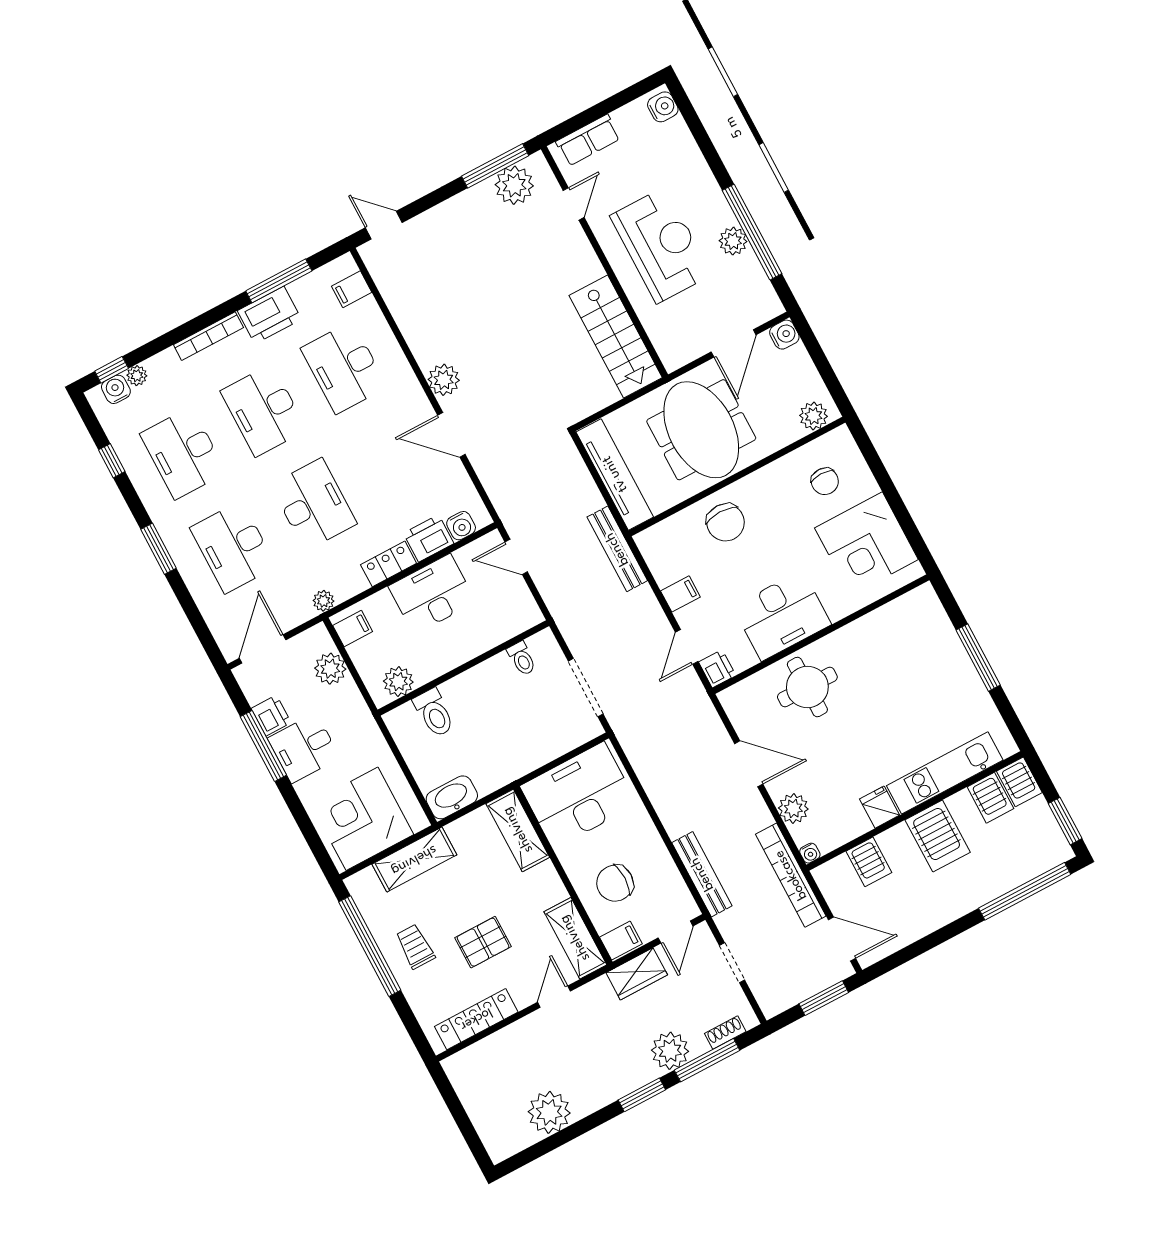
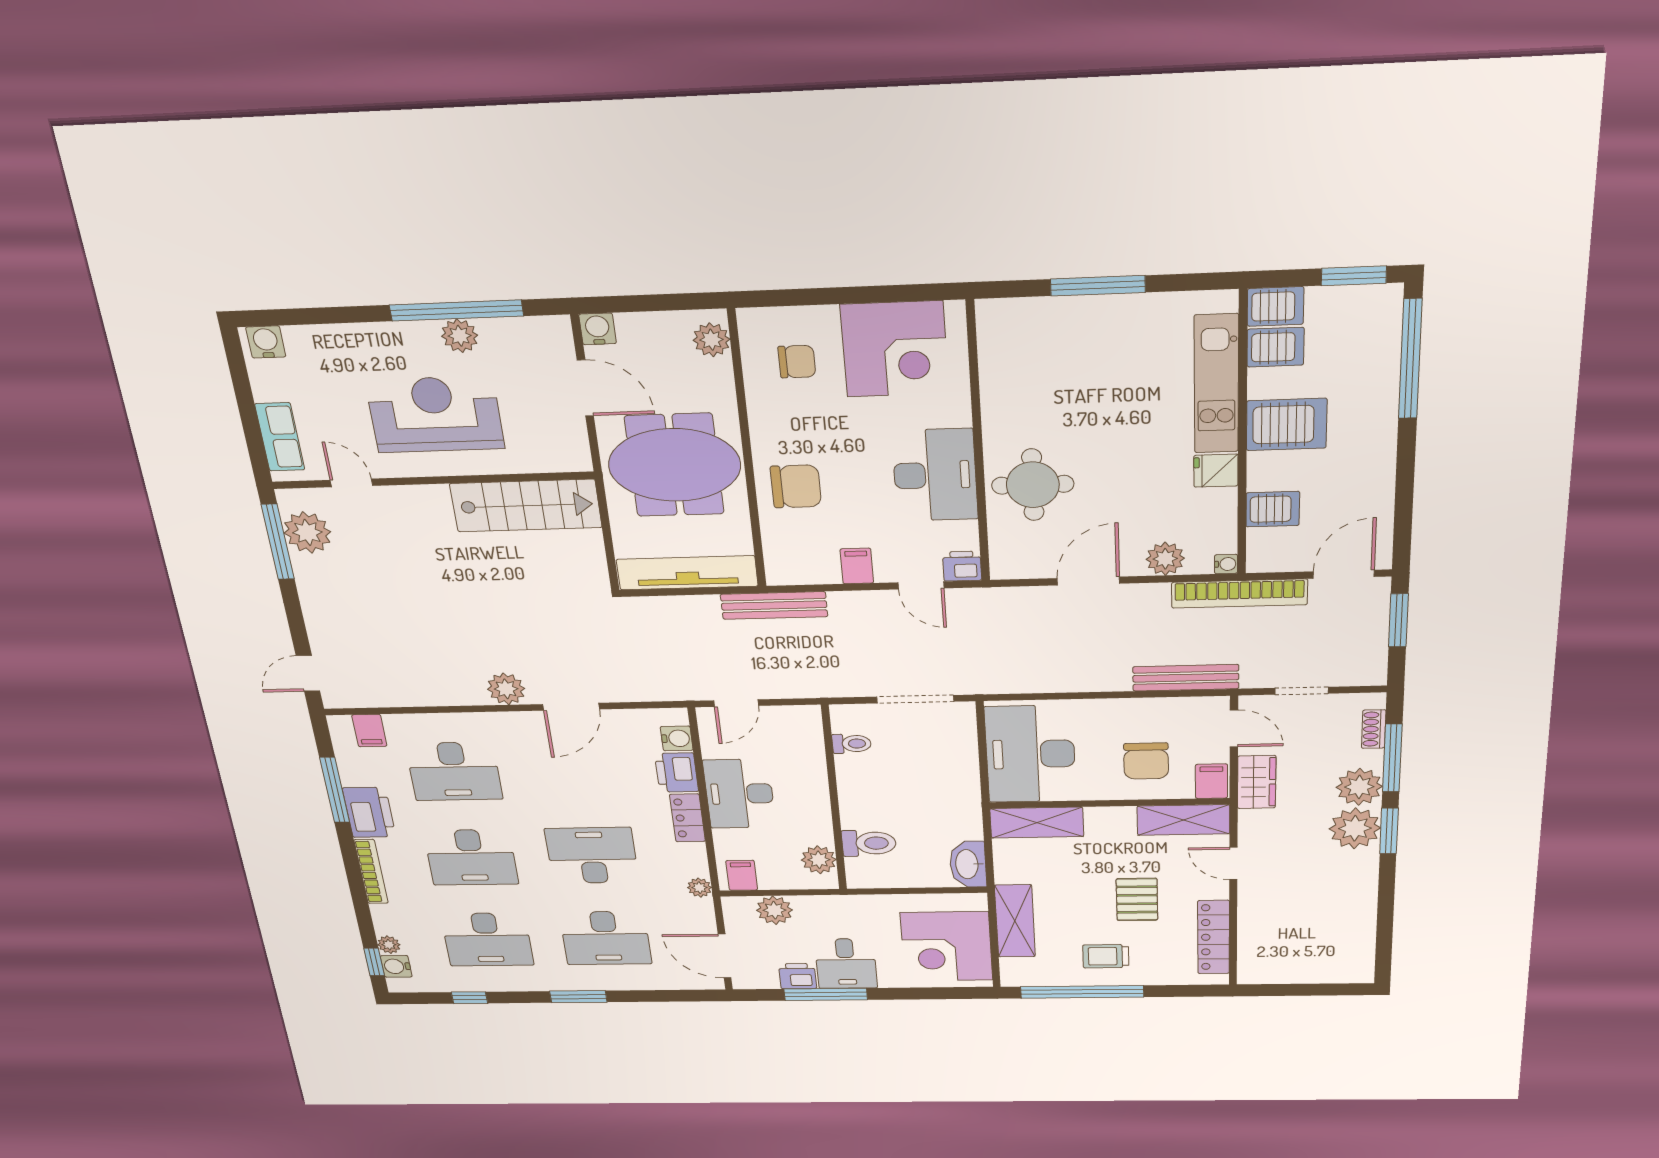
plant: (549, 1112) -> (1355, 828), moved

